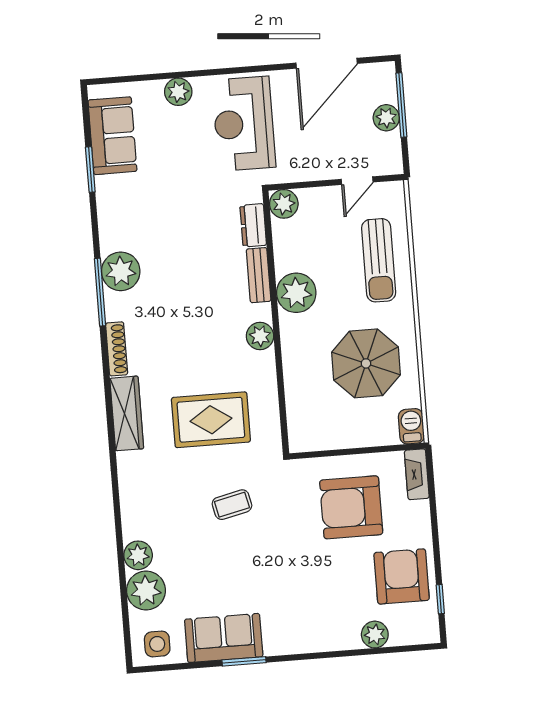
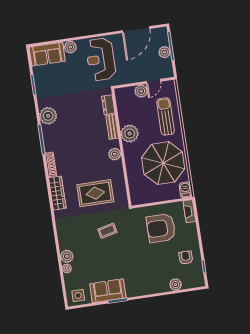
sofa: (112, 136) -> (47, 54), moved, turned 90
plant: (284, 204) -> (141, 91), moved
sun lounger: (379, 260) -> (166, 116), turned 180
plant: (121, 271) -> (48, 116), moved
parasol: (366, 363) -> (163, 163), width x1.36, depth x1.36
armchair: (402, 576) -> (186, 258), width x0.53, depth x0.53
plant: (146, 591) -> (67, 268), width x0.53, depth x0.53

